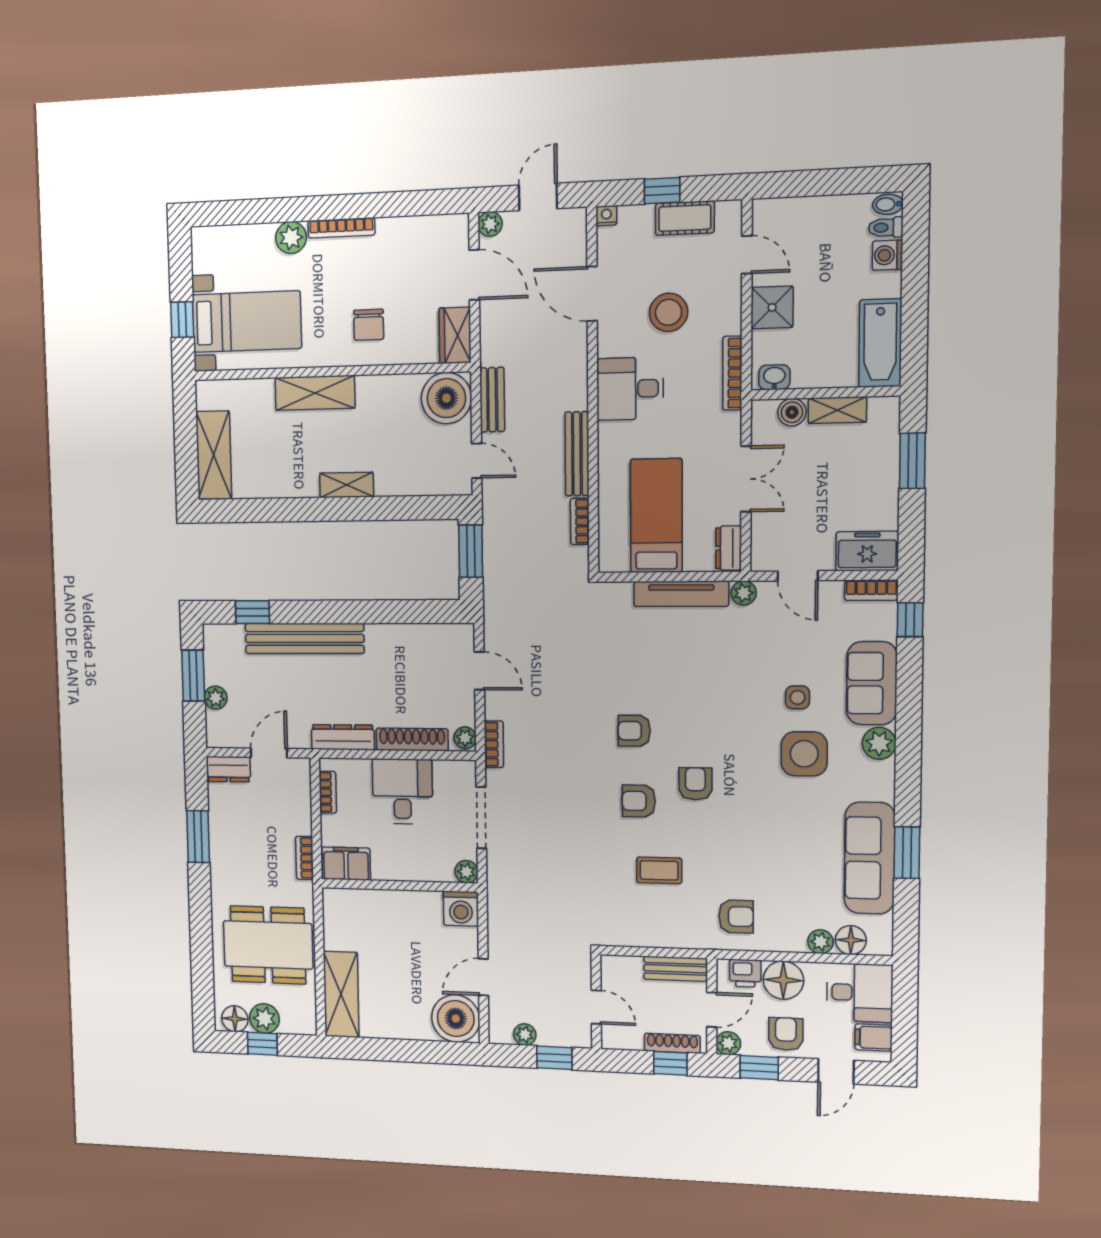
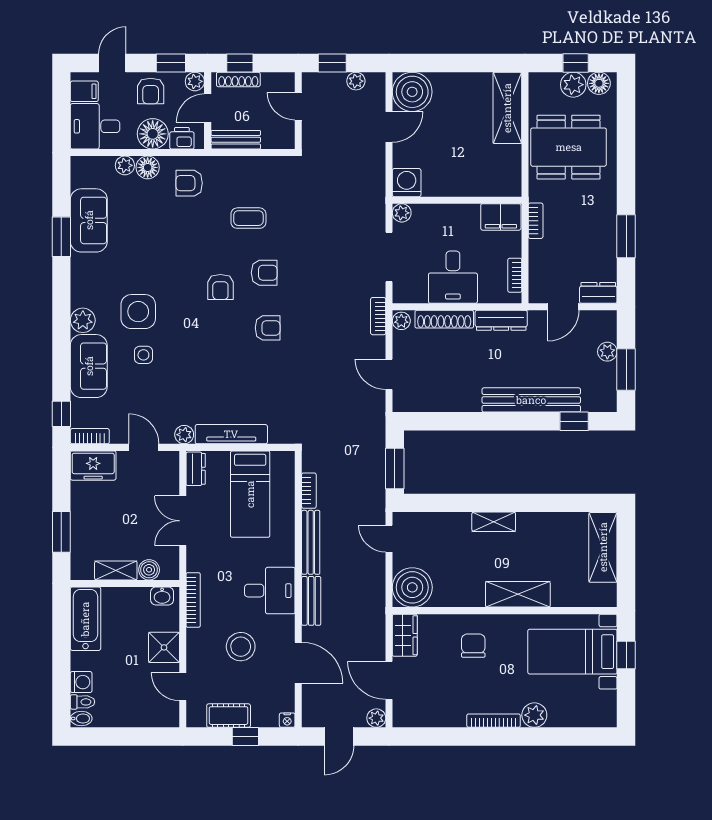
bench: (492, 400) -> (311, 601), moved
sofa: (870, 858) -> (89, 220), width x0.73
floor lamp: (851, 940) -> (148, 167), moved

